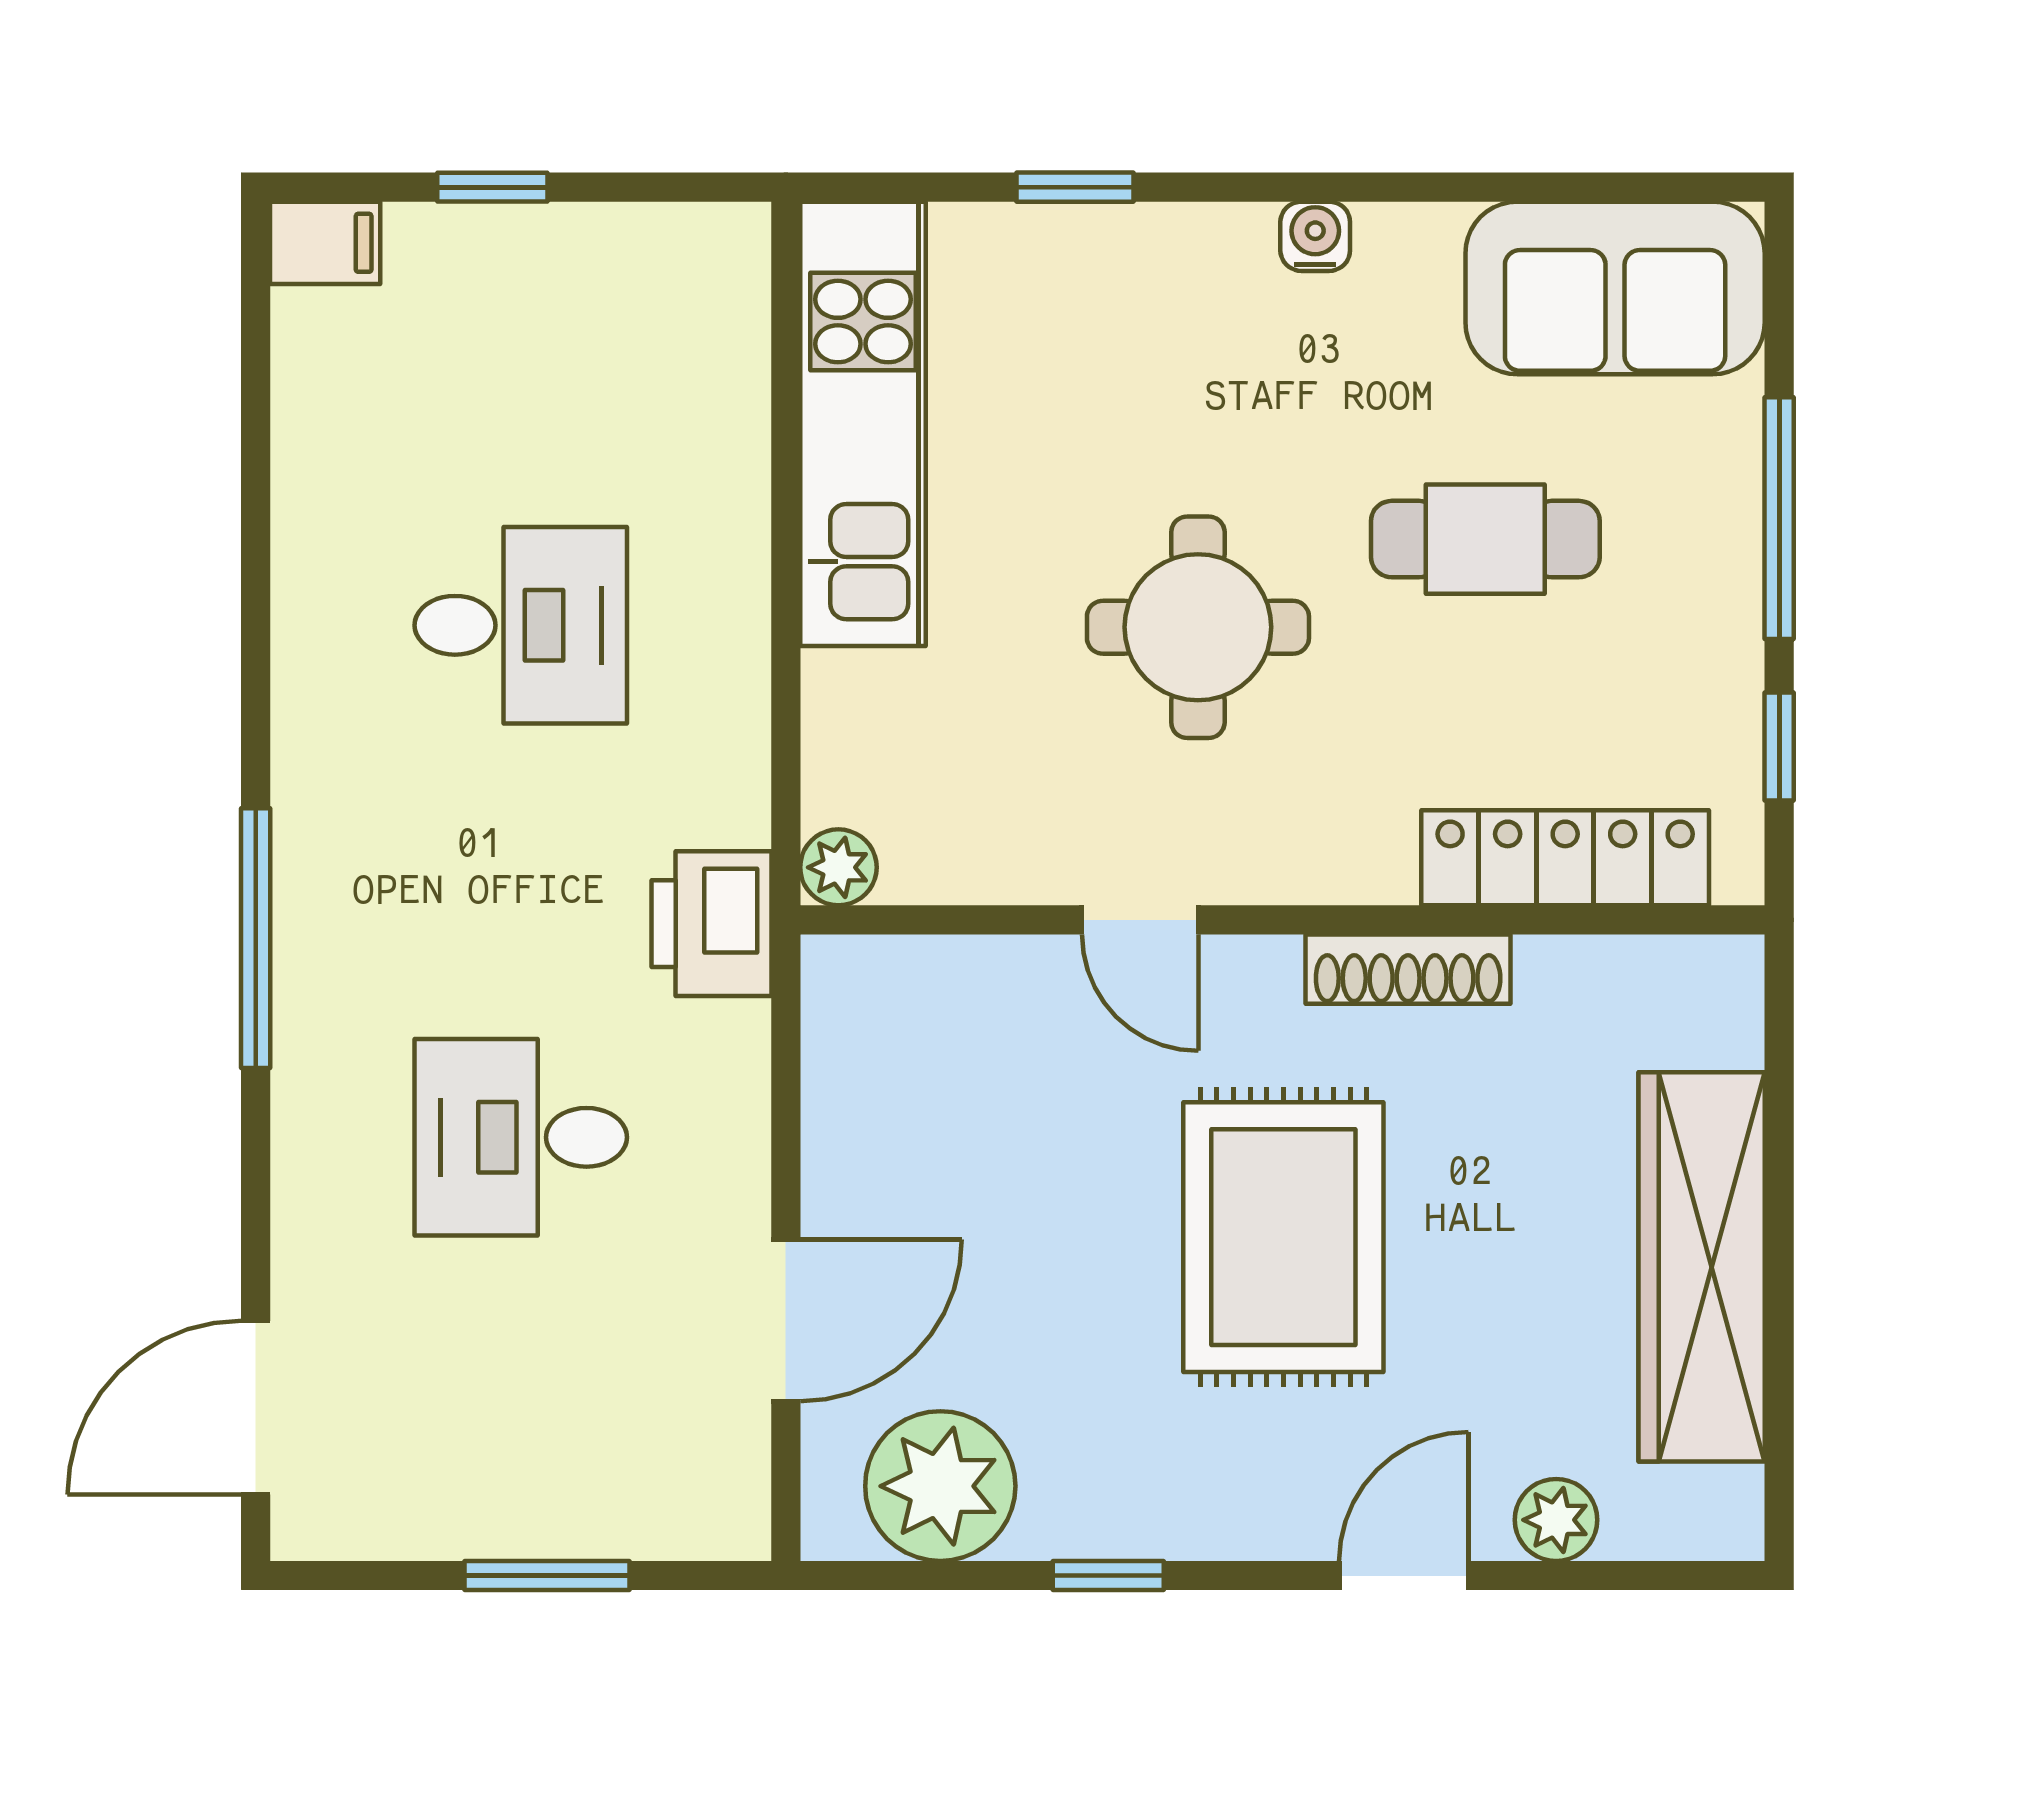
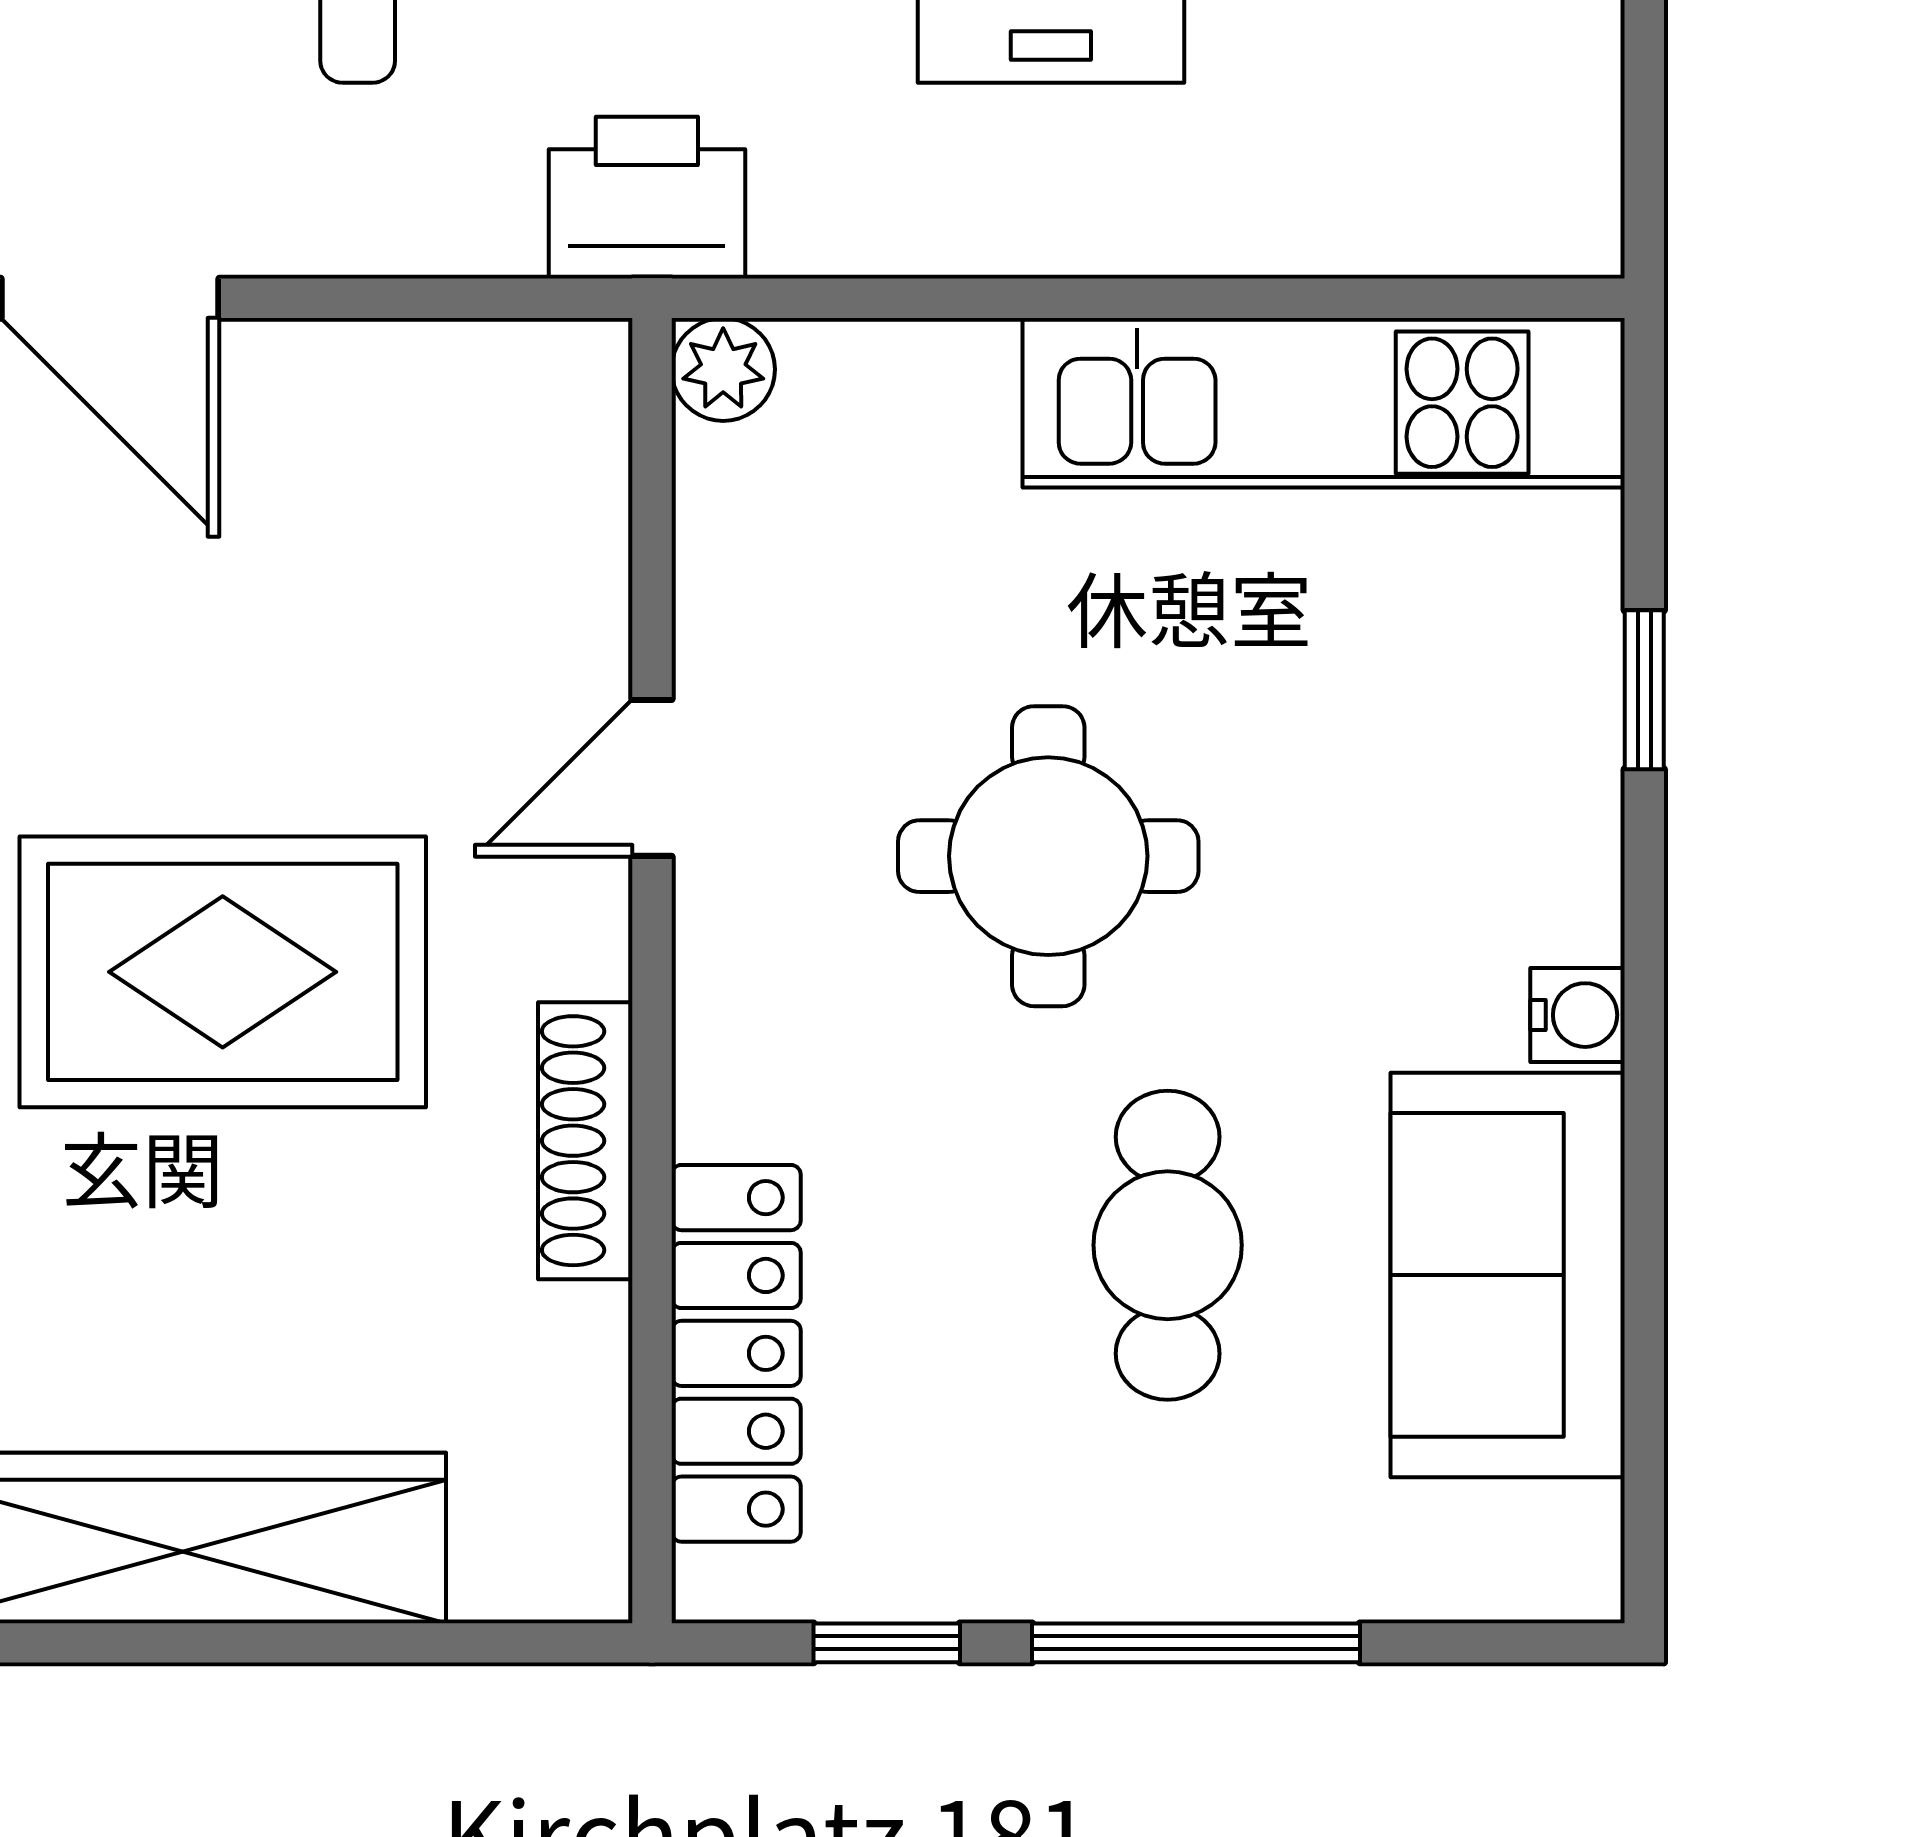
sofa: (1615, 288) -> (1508, 1275), moved

